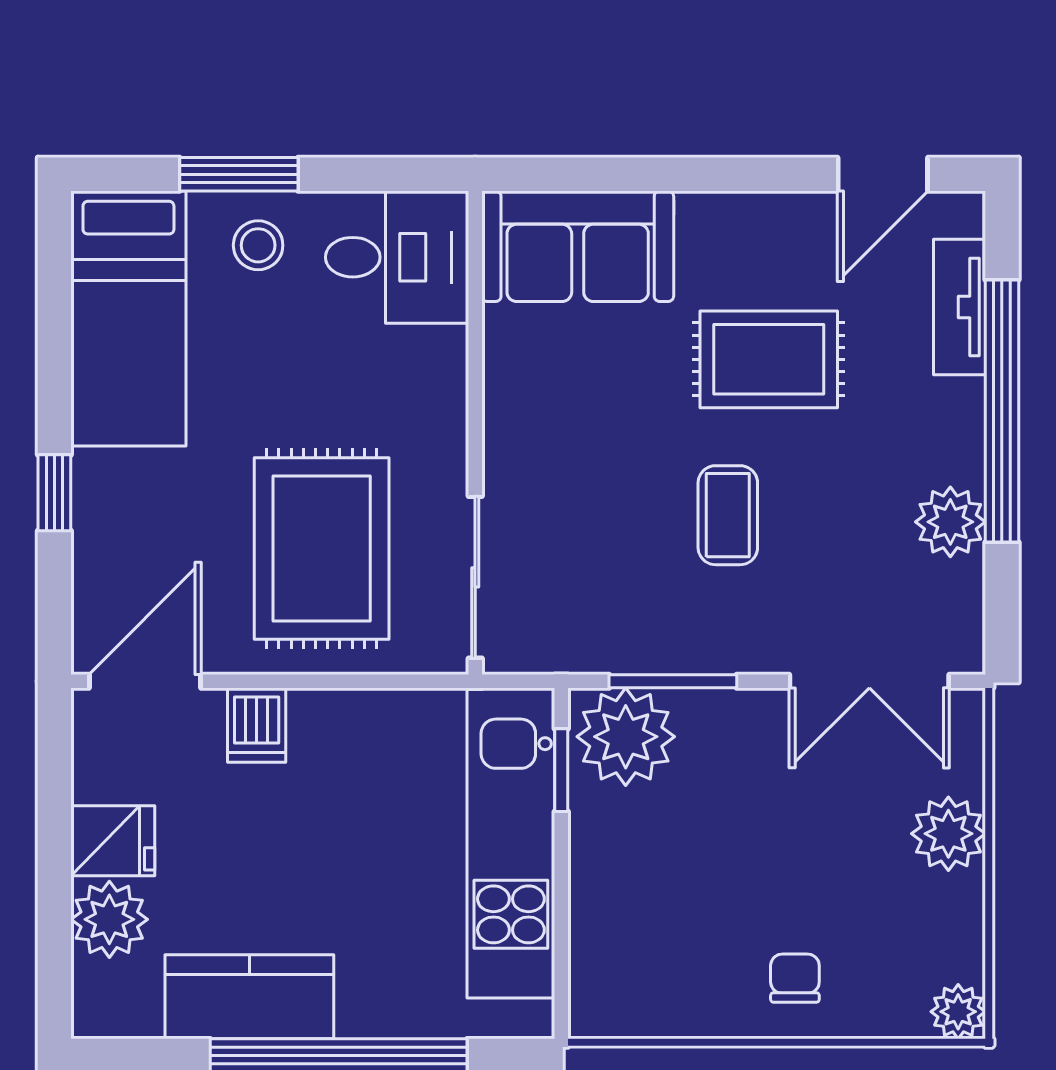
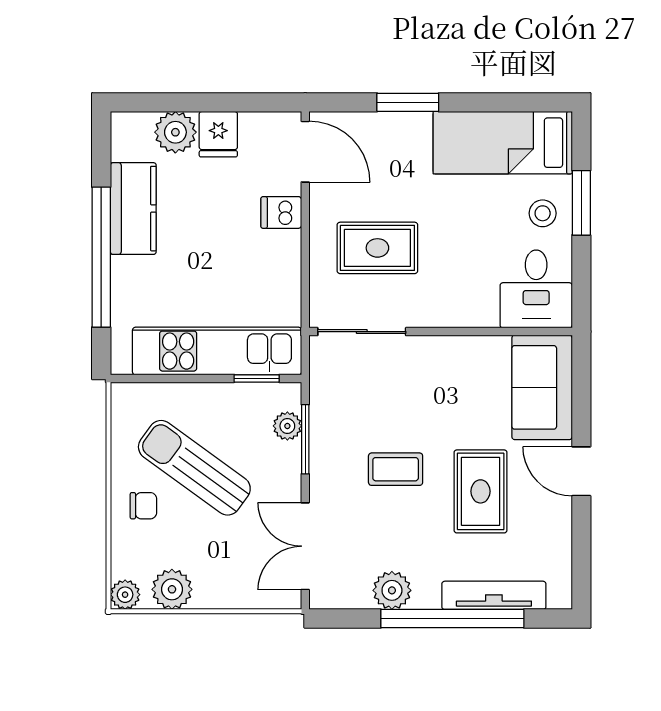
door: (883, 174) -> (581, 471), moved
tv unit: (959, 307) -> (494, 595), width x1.41
window: (54, 493) -> (408, 102), width x1.50
rug: (322, 549) -> (377, 248), width x0.73, depth x0.70
plant: (626, 737) -> (287, 426), width x0.53, depth x0.53
plant: (948, 834) -> (172, 589), moved
sun lounger: (725, 885) -> (194, 468), added

